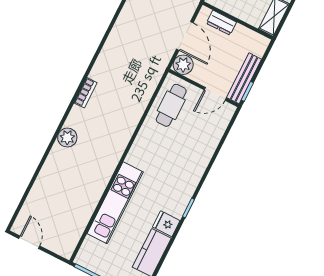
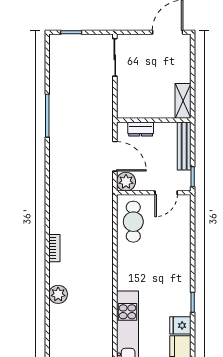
bench: (244, 78) -> (184, 146), moved

